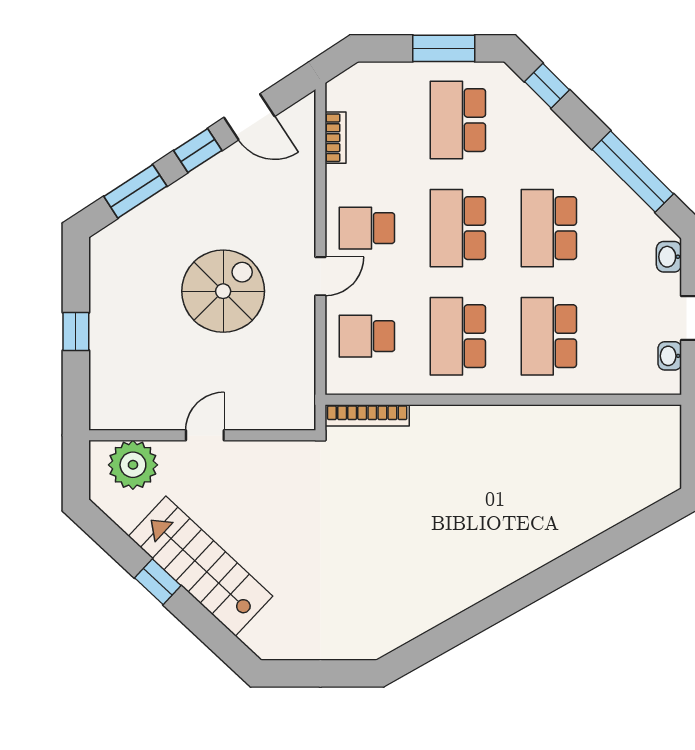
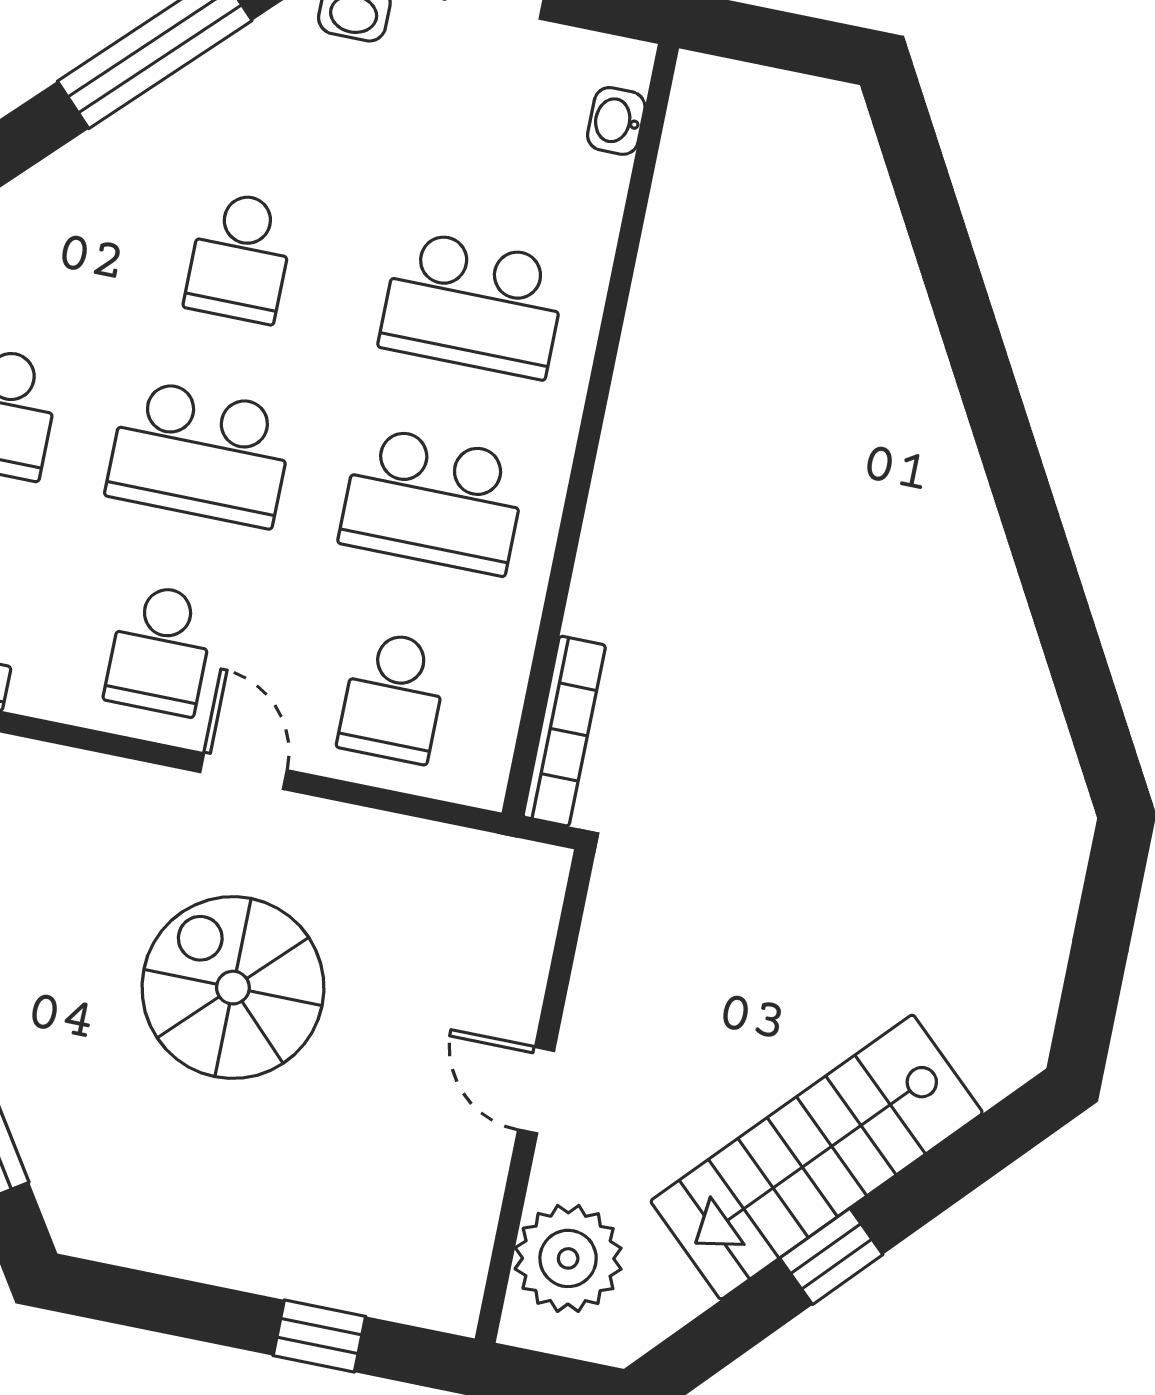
school desk: (549, 228) -> (240, 257), width x0.54
window: (76, 332) -> (319, 1336), moved
washbasin: (670, 356) -> (616, 121), moved, turned 90

